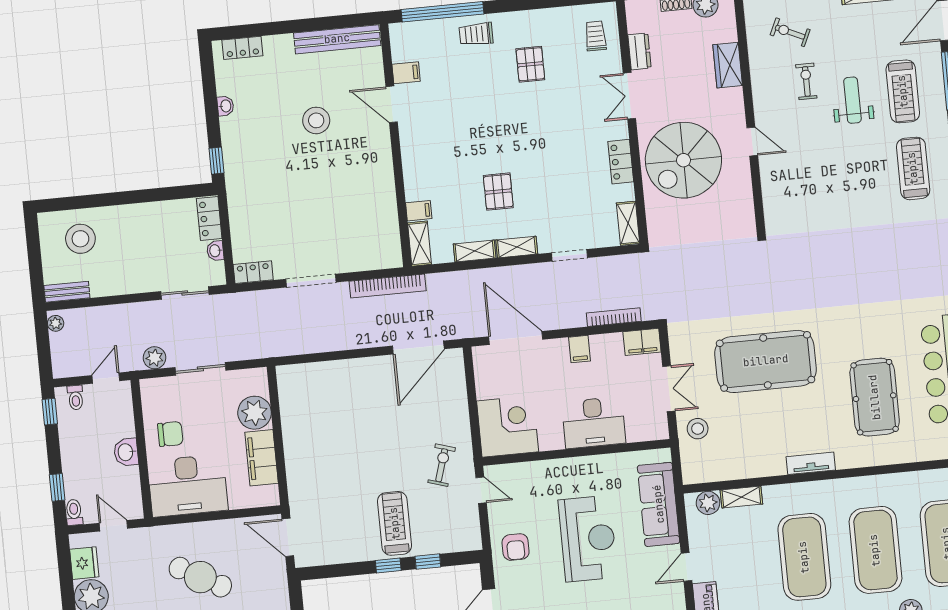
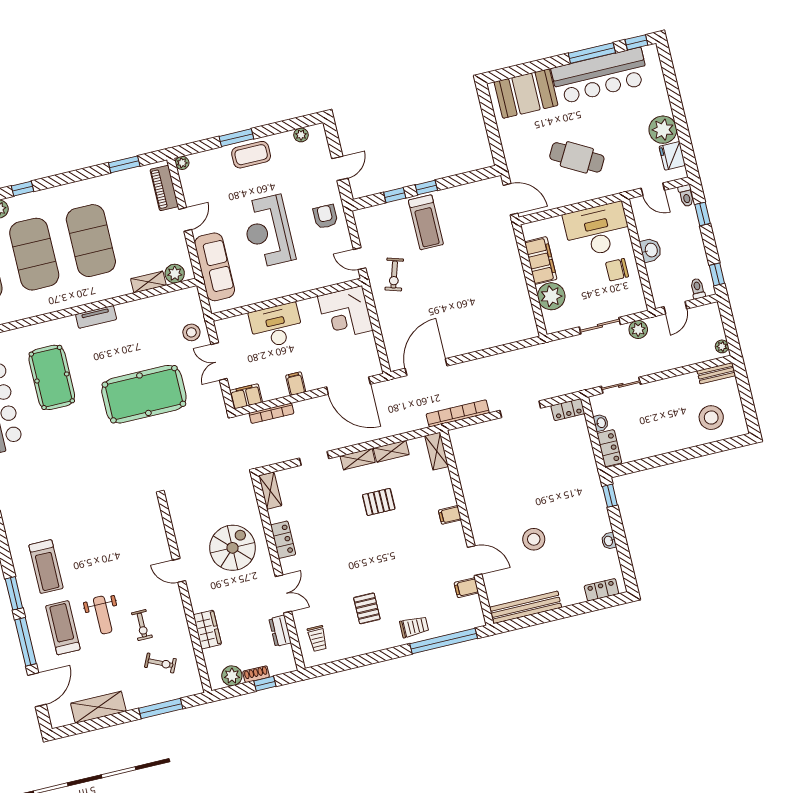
spiral stairs: (683, 160) -> (233, 548), width x0.73, depth x0.73
pallet: (498, 192) -> (379, 502), turned 90
filing cabinet: (419, 211) -> (450, 515), moved

